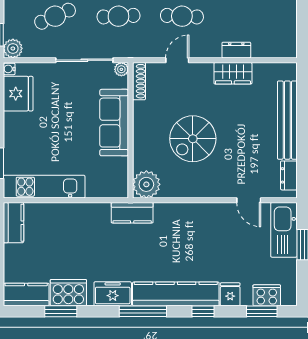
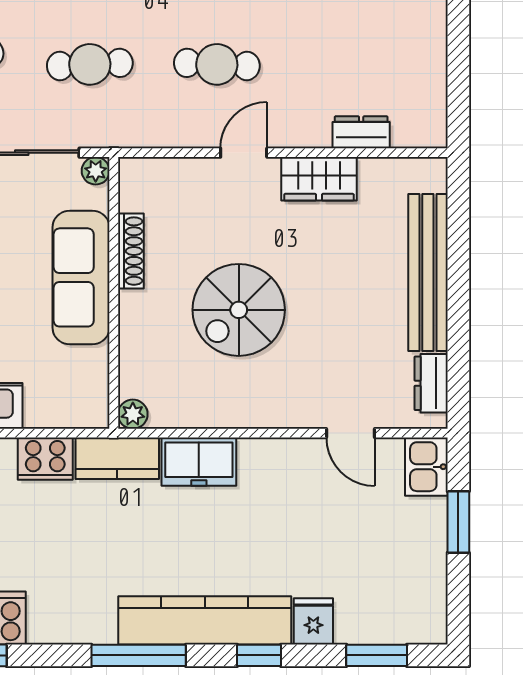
dresser: (236, 50) -> (361, 132), moved
door: (177, 60) -> (244, 153), moved
shoe rack: (139, 81) -> (131, 251), moved
plant: (146, 184) -> (133, 414), width x0.53, depth x0.53
kitchen sink: (284, 230) -> (426, 467), width x0.53, depth x0.81
freezer: (113, 294) -> (199, 462), moved, turned 180
cooker: (267, 295) -> (45, 459), moved, turned 180

